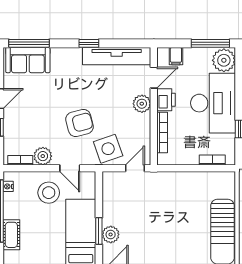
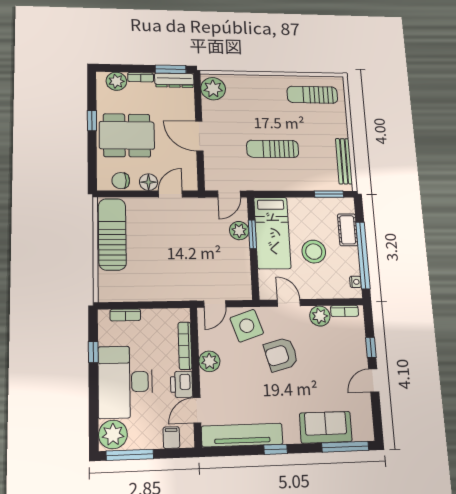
sofa: (28, 60) -> (326, 427), moved
plant: (142, 104) -> (209, 361), moved
stool: (49, 193) -> (314, 252), moved

